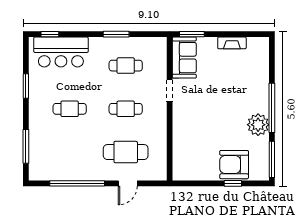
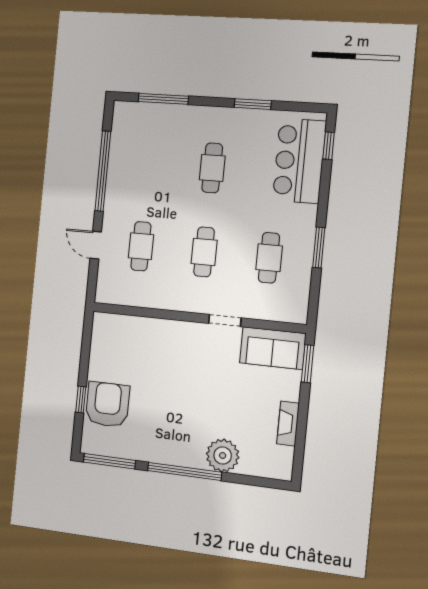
plant: (258, 125) -> (223, 456), moved
cafe table: (126, 152) -> (141, 246), width x0.73, depth x0.74

